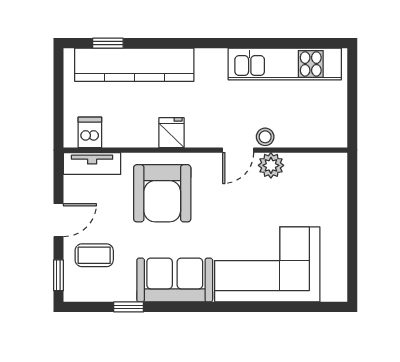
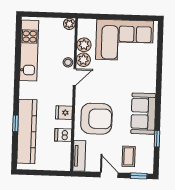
window: (108, 43) -> (15, 123), moved
dishwasher: (90, 132) -> (63, 135), moved
plant: (337, 137) -> (69, 24), added
door: (238, 150) -> (75, 77), hinge flipped
plant: (299, 166) -> (84, 45), added
corner sofa: (267, 264) -> (125, 40), moved, turned -90

